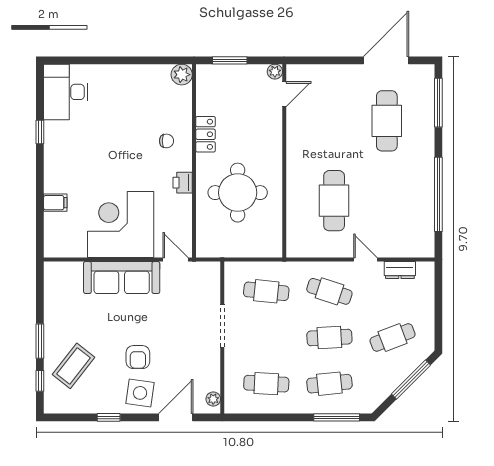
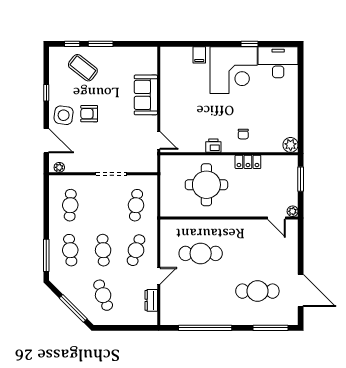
corner desk: (121, 225) -> (234, 70), moved, turned 90
door: (176, 259) -> (159, 140), hinge flipped
sofa: (122, 278) -> (146, 95), width x0.73

